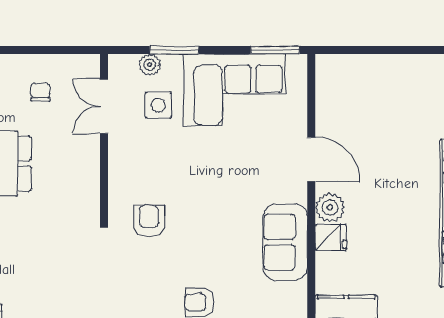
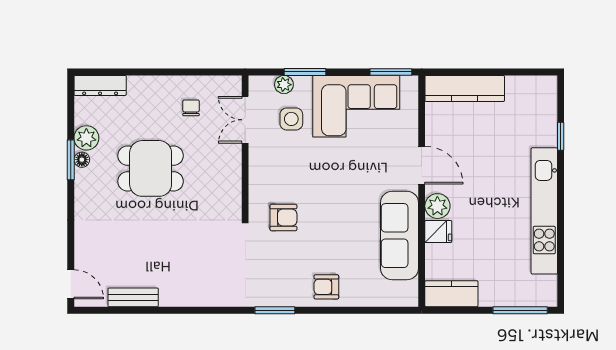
kitchen counter: (362, 69) -> (465, 88), added
armchair: (149, 221) -> (283, 218), turned 90
sofa: (285, 242) -> (400, 236), width x1.36

